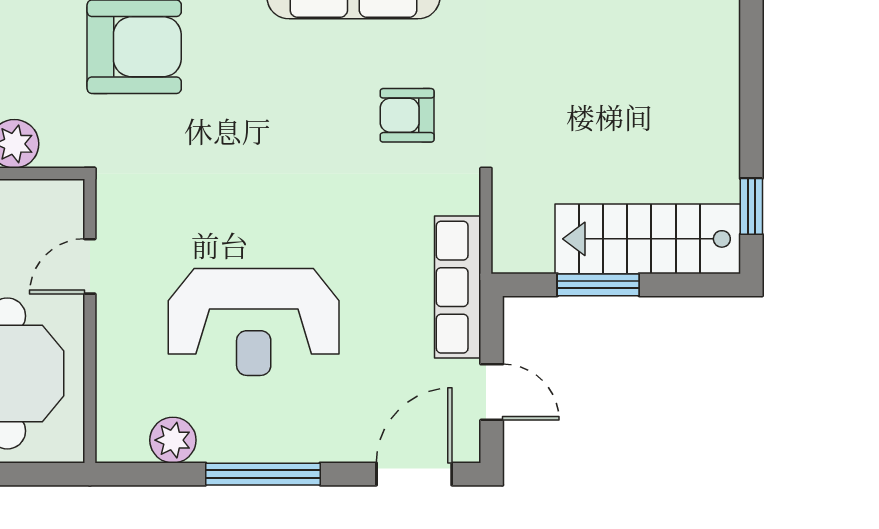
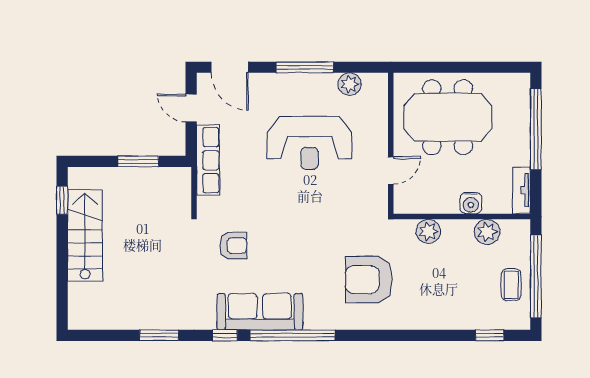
stairs: (648, 239) -> (85, 235), moved, turned -90
reception desk: (254, 322) -> (309, 143), turned 180
door: (414, 474) -> (230, 67), hinge flipped

